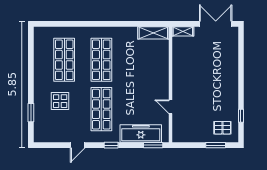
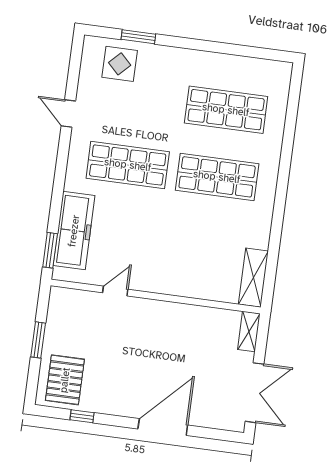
door: (241, 71) -> (163, 427), added
display table: (60, 101) -> (120, 64), moved
pallet: (222, 128) -> (65, 380), width x1.50, depth x1.42
window: (111, 145) -> (60, 174), removed
window: (216, 145) -> (38, 340), moved

